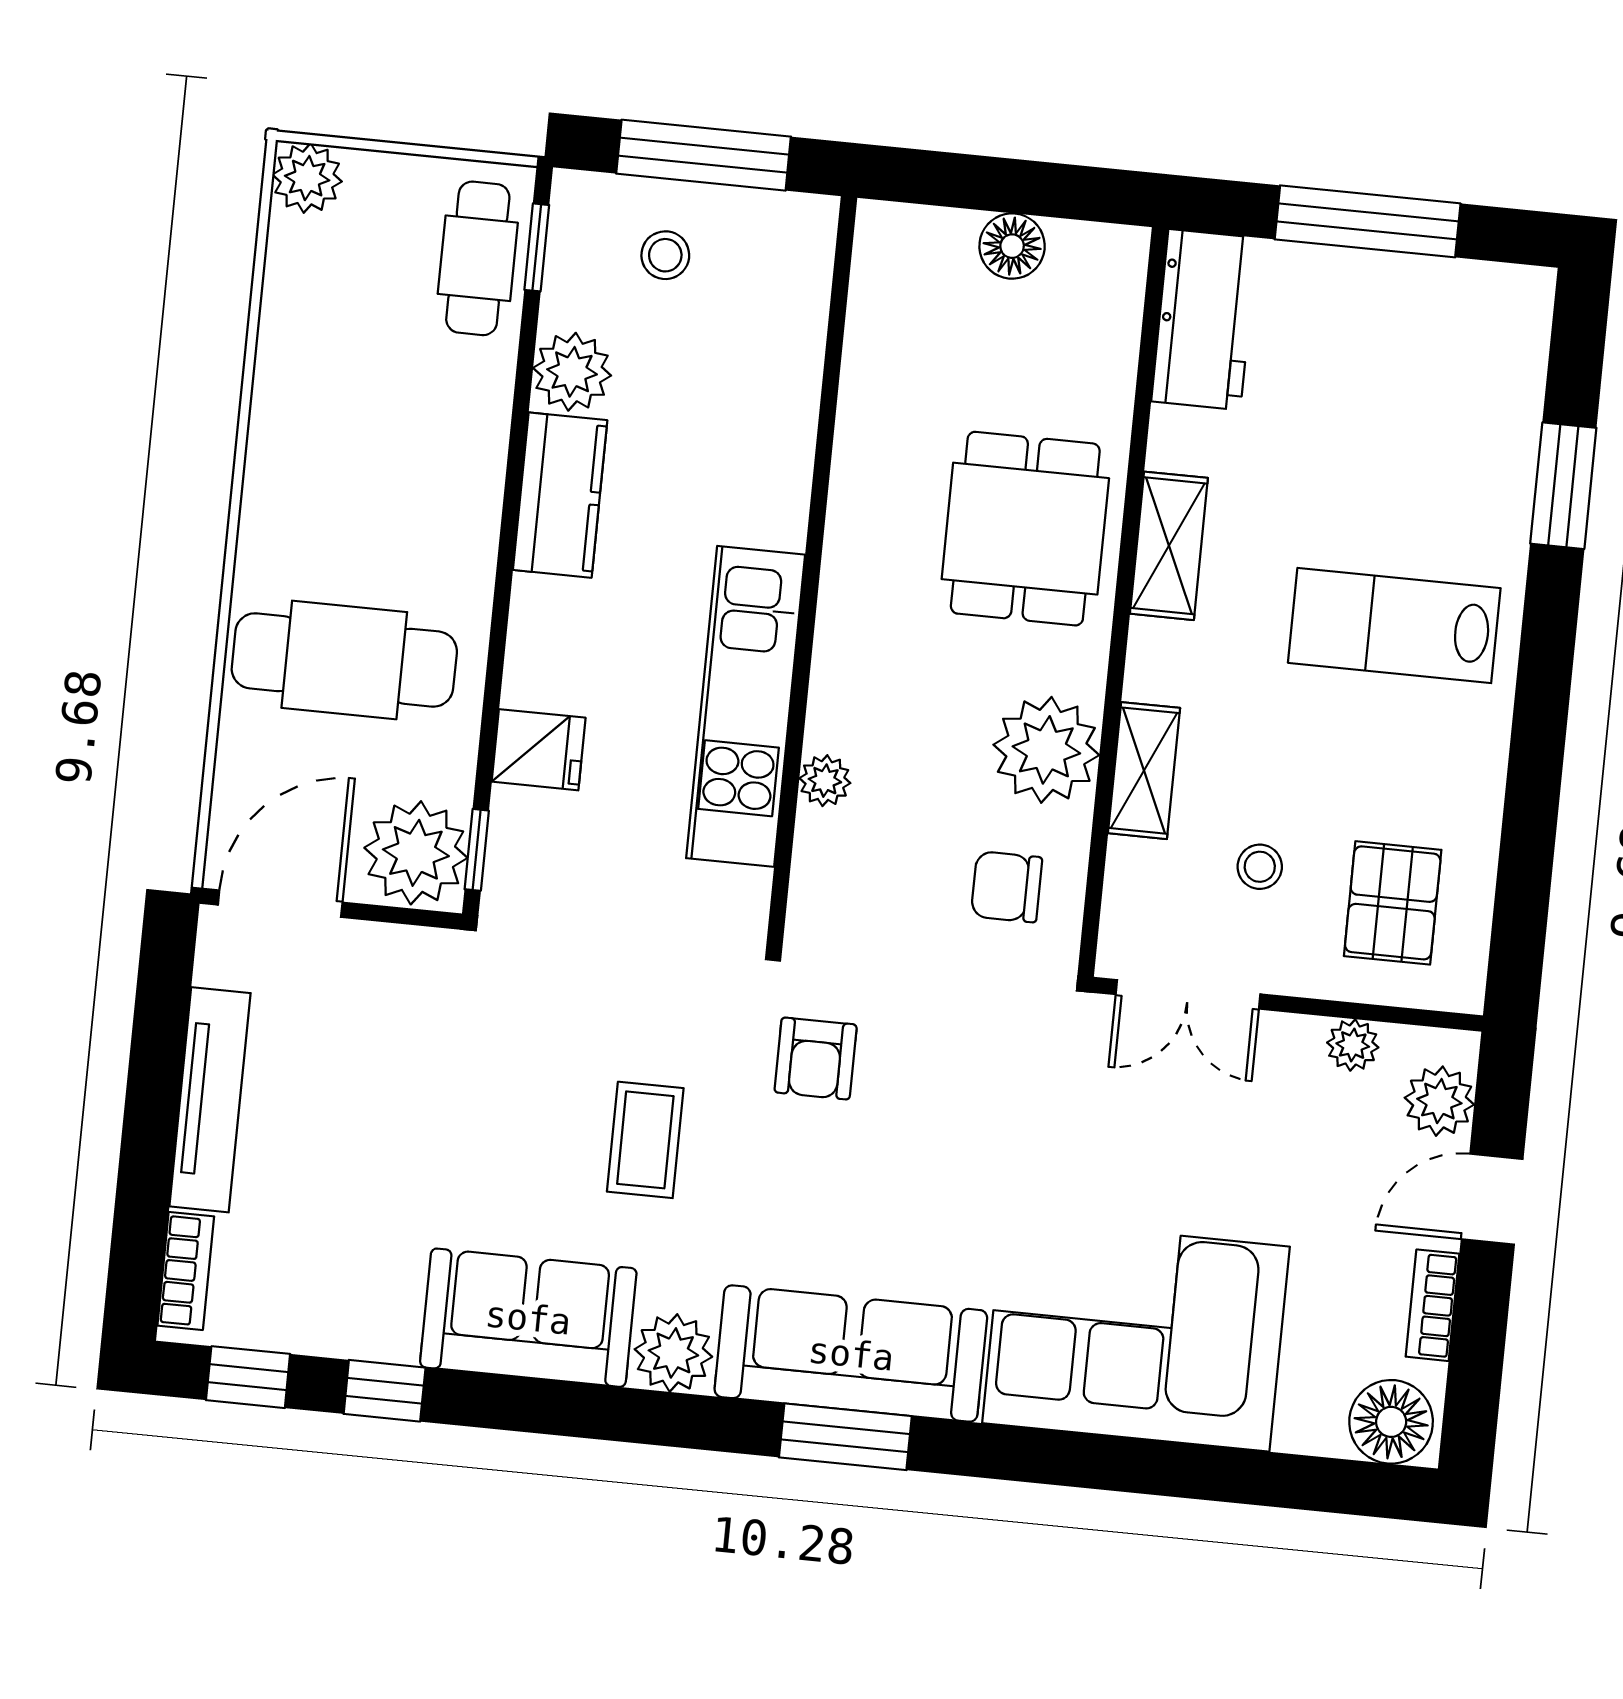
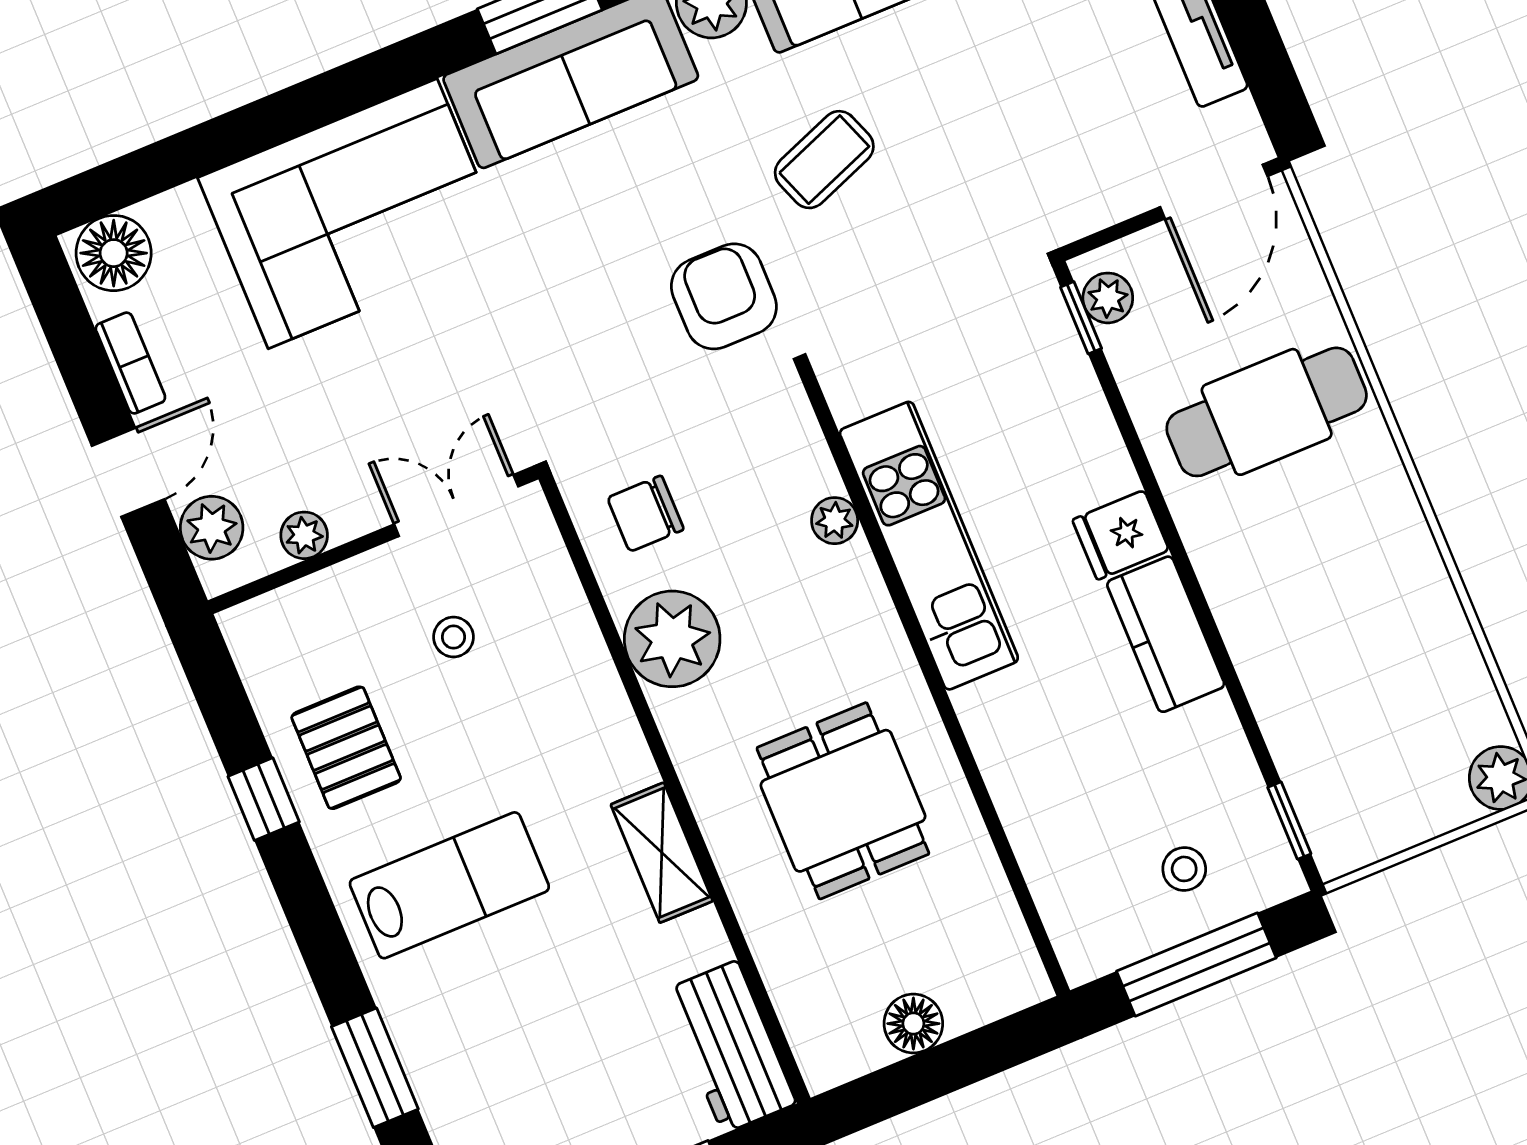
cafe table: (478, 258) -> (1331, 787), removed
plant: (572, 372) -> (1209, 737), removed
dining table: (1025, 529) -> (843, 801), moved
fridge: (539, 750) -> (1121, 535), moved
shelving: (1144, 771) -> (586, 664), removed
window: (1531, 808) -> (264, 799), added
plant: (416, 853) -> (1108, 298), width x0.53, depth x0.53
chair: (1007, 887) -> (646, 514), turned 180
pallet: (1393, 903) -> (346, 748), moved
armchair: (816, 1058) -> (724, 296), width x1.38, depth x1.38
coffee table: (645, 1140) -> (824, 160), turned 69

